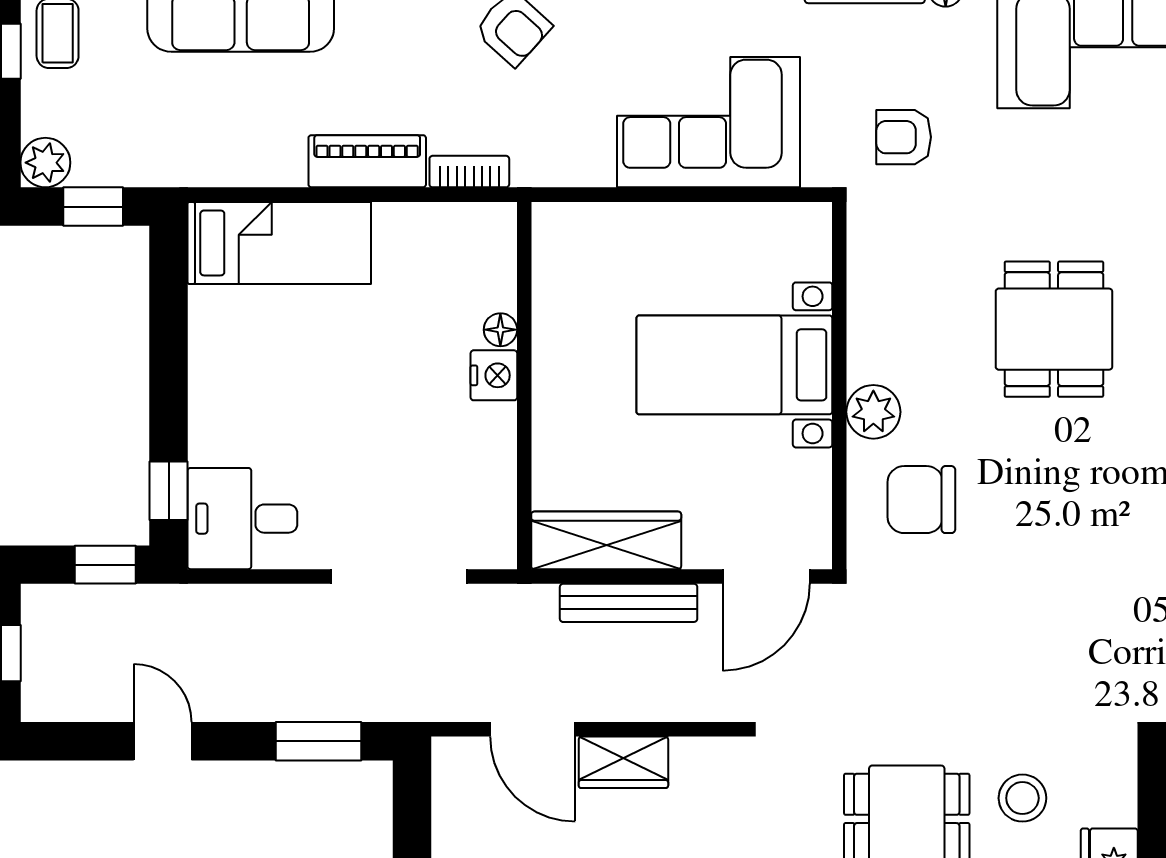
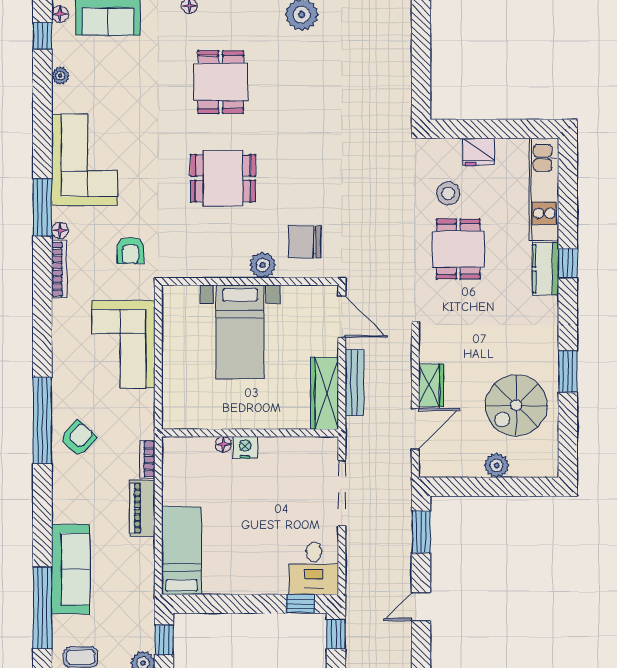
chair: (921, 500) -> (305, 242), turned 90

